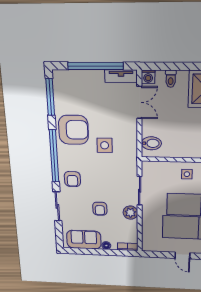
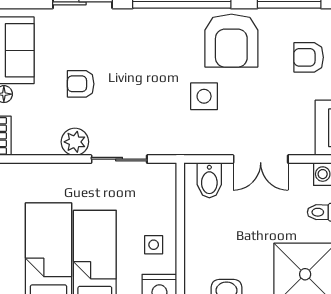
double door: (139, 102) -> (261, 159), moved
armchair: (72, 179) -> (309, 57), moved

